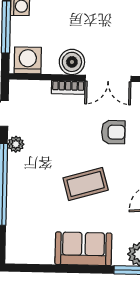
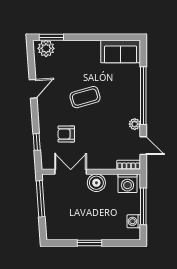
bookcase: (68, 87) -> (129, 165), moved
sofa: (83, 249) -> (121, 51), moved

